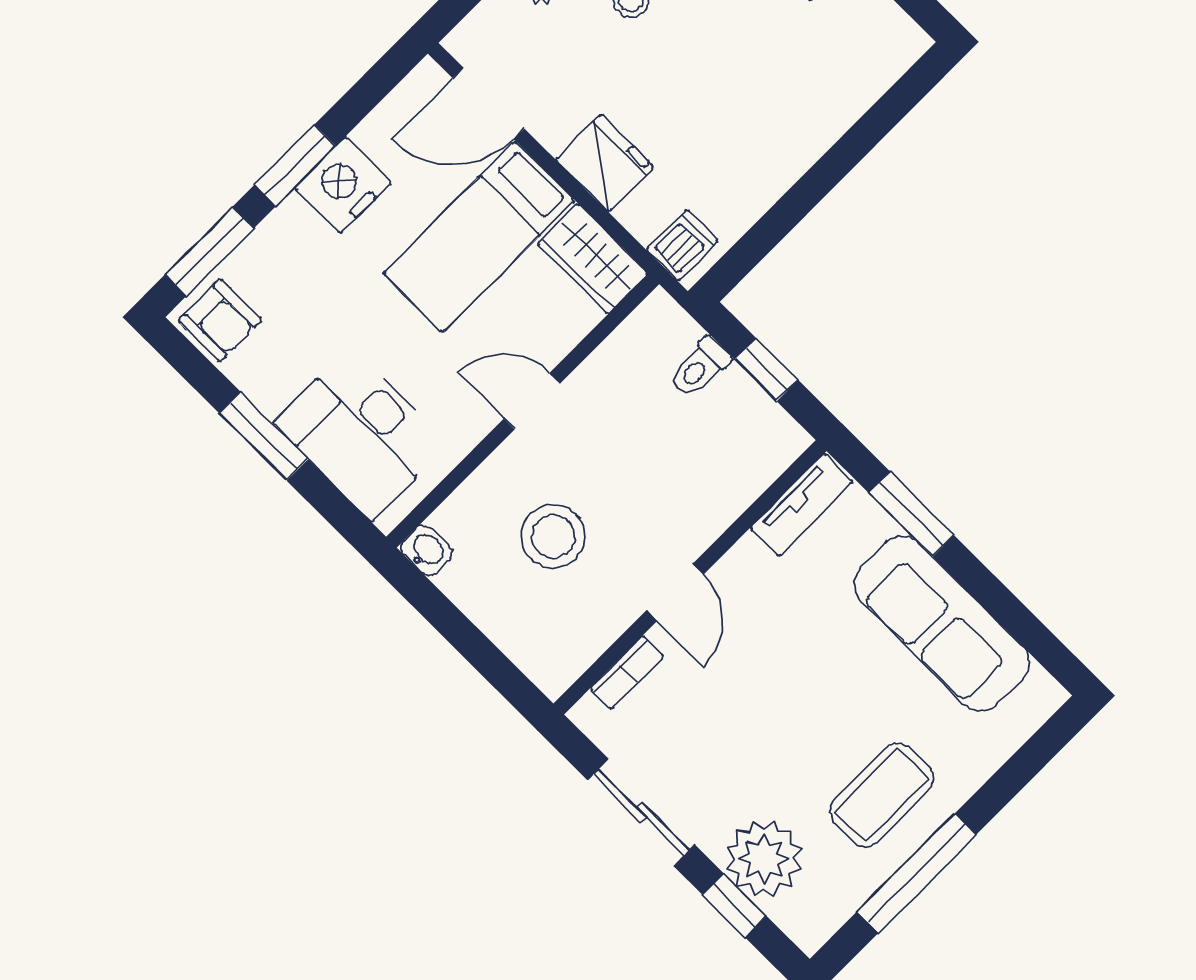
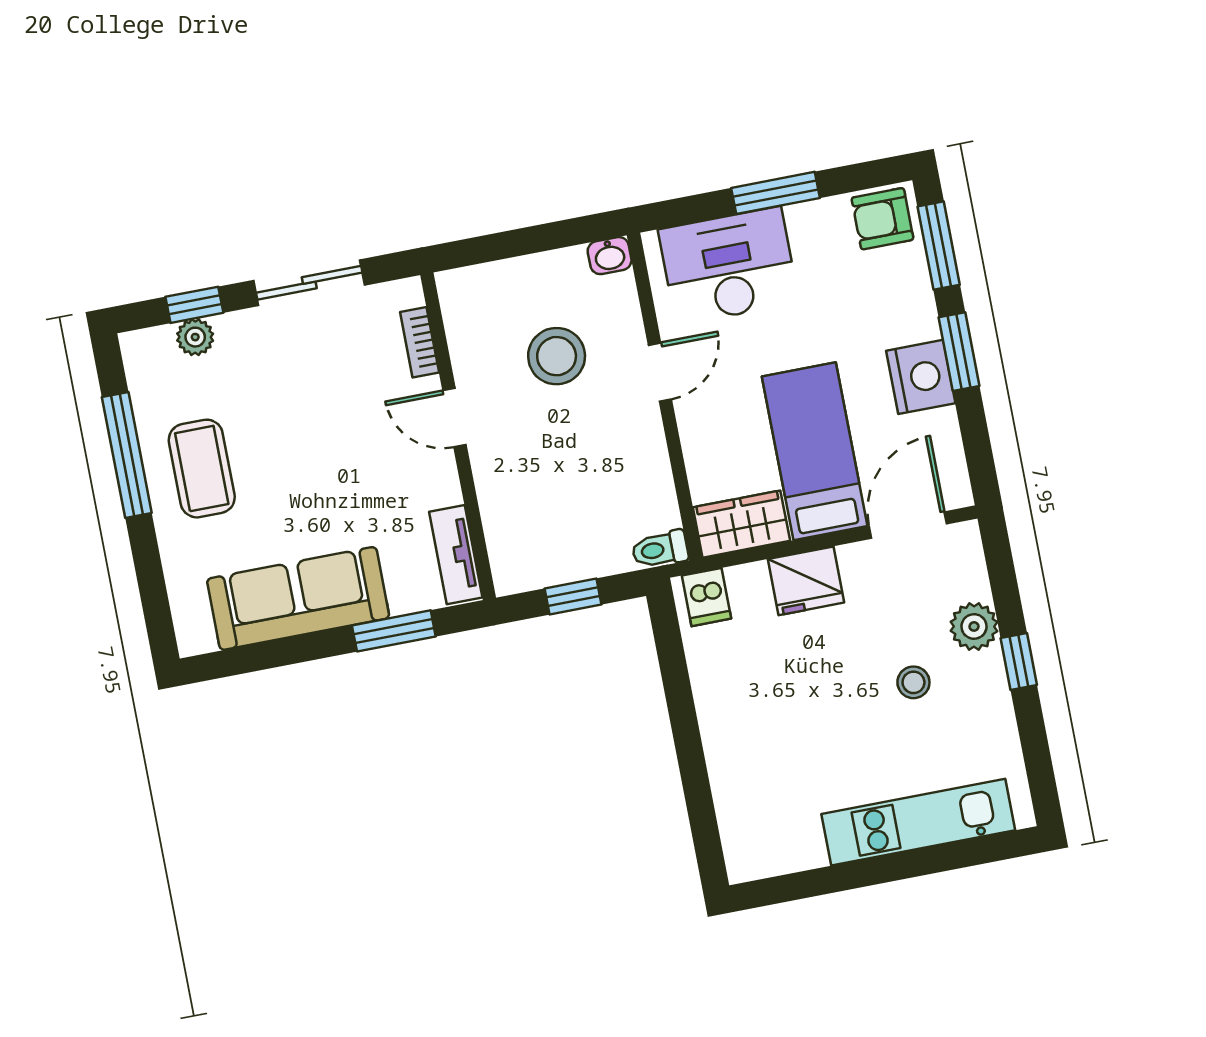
toilet: (700, 367) -> (660, 549), moved, turned -90
door: (532, 401) -> (660, 372), moved
plant: (764, 859) -> (195, 337), width x0.53, depth x0.53

